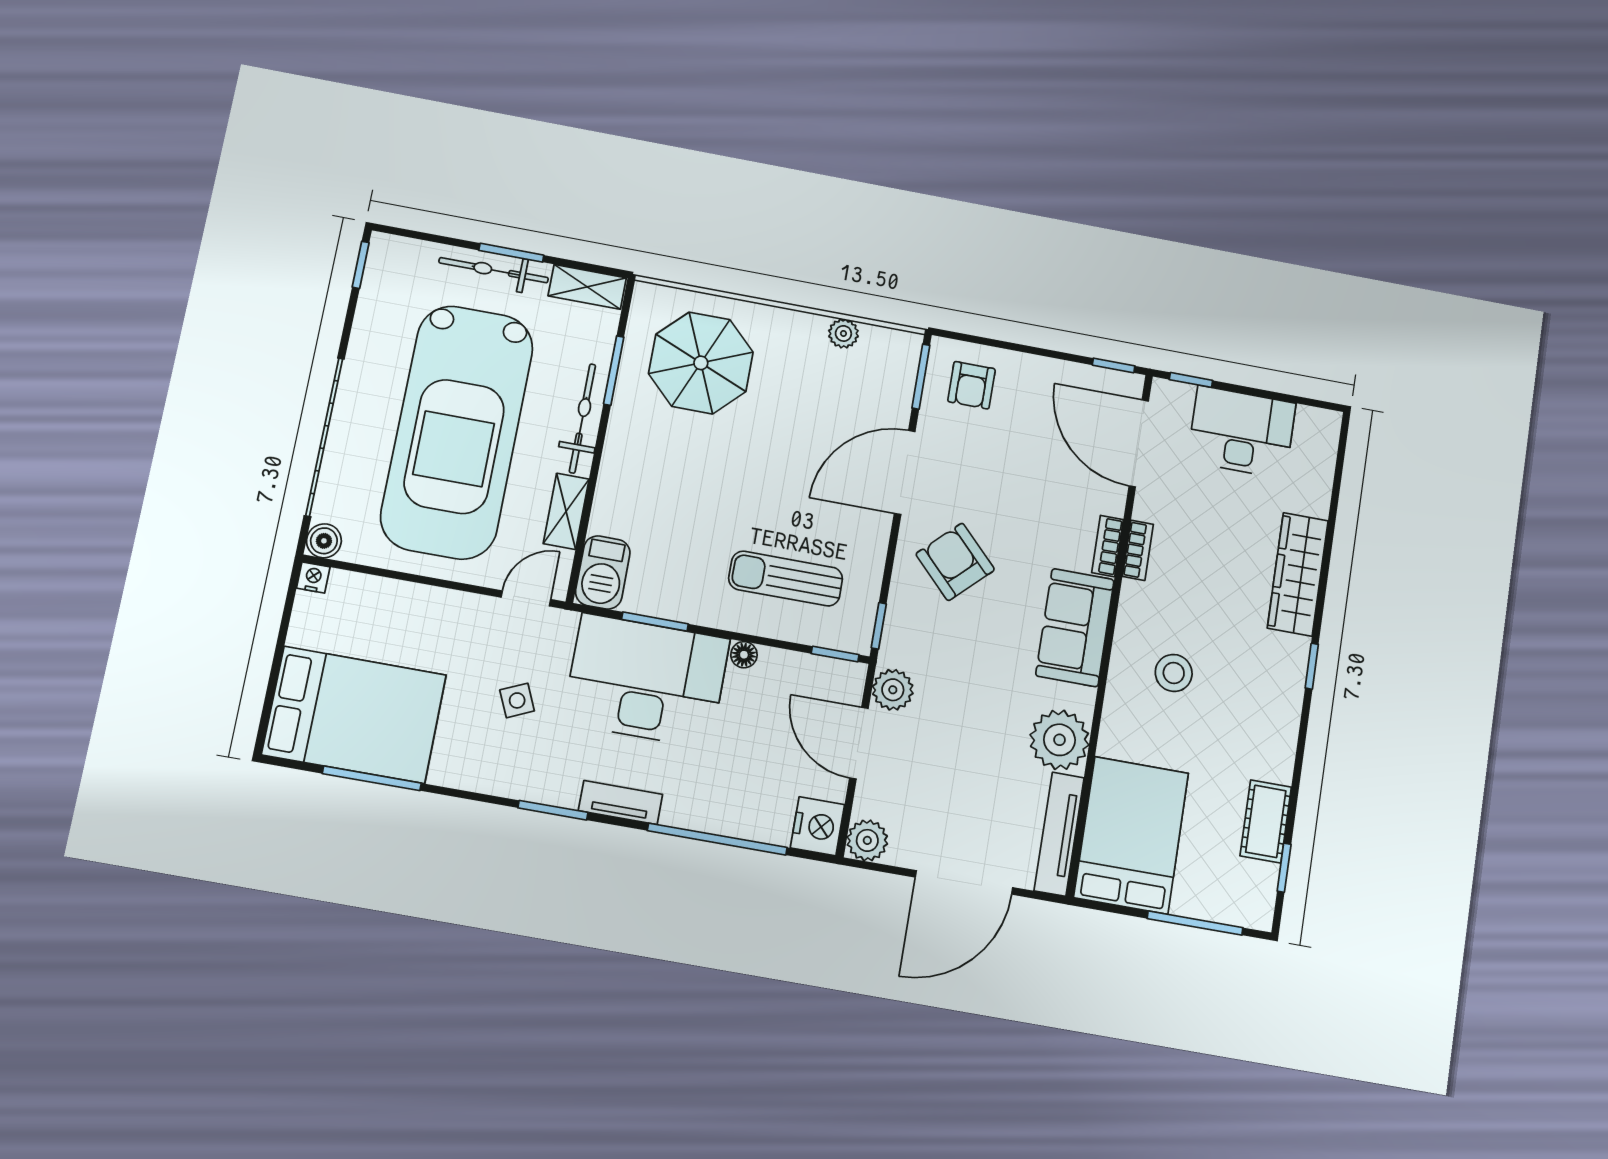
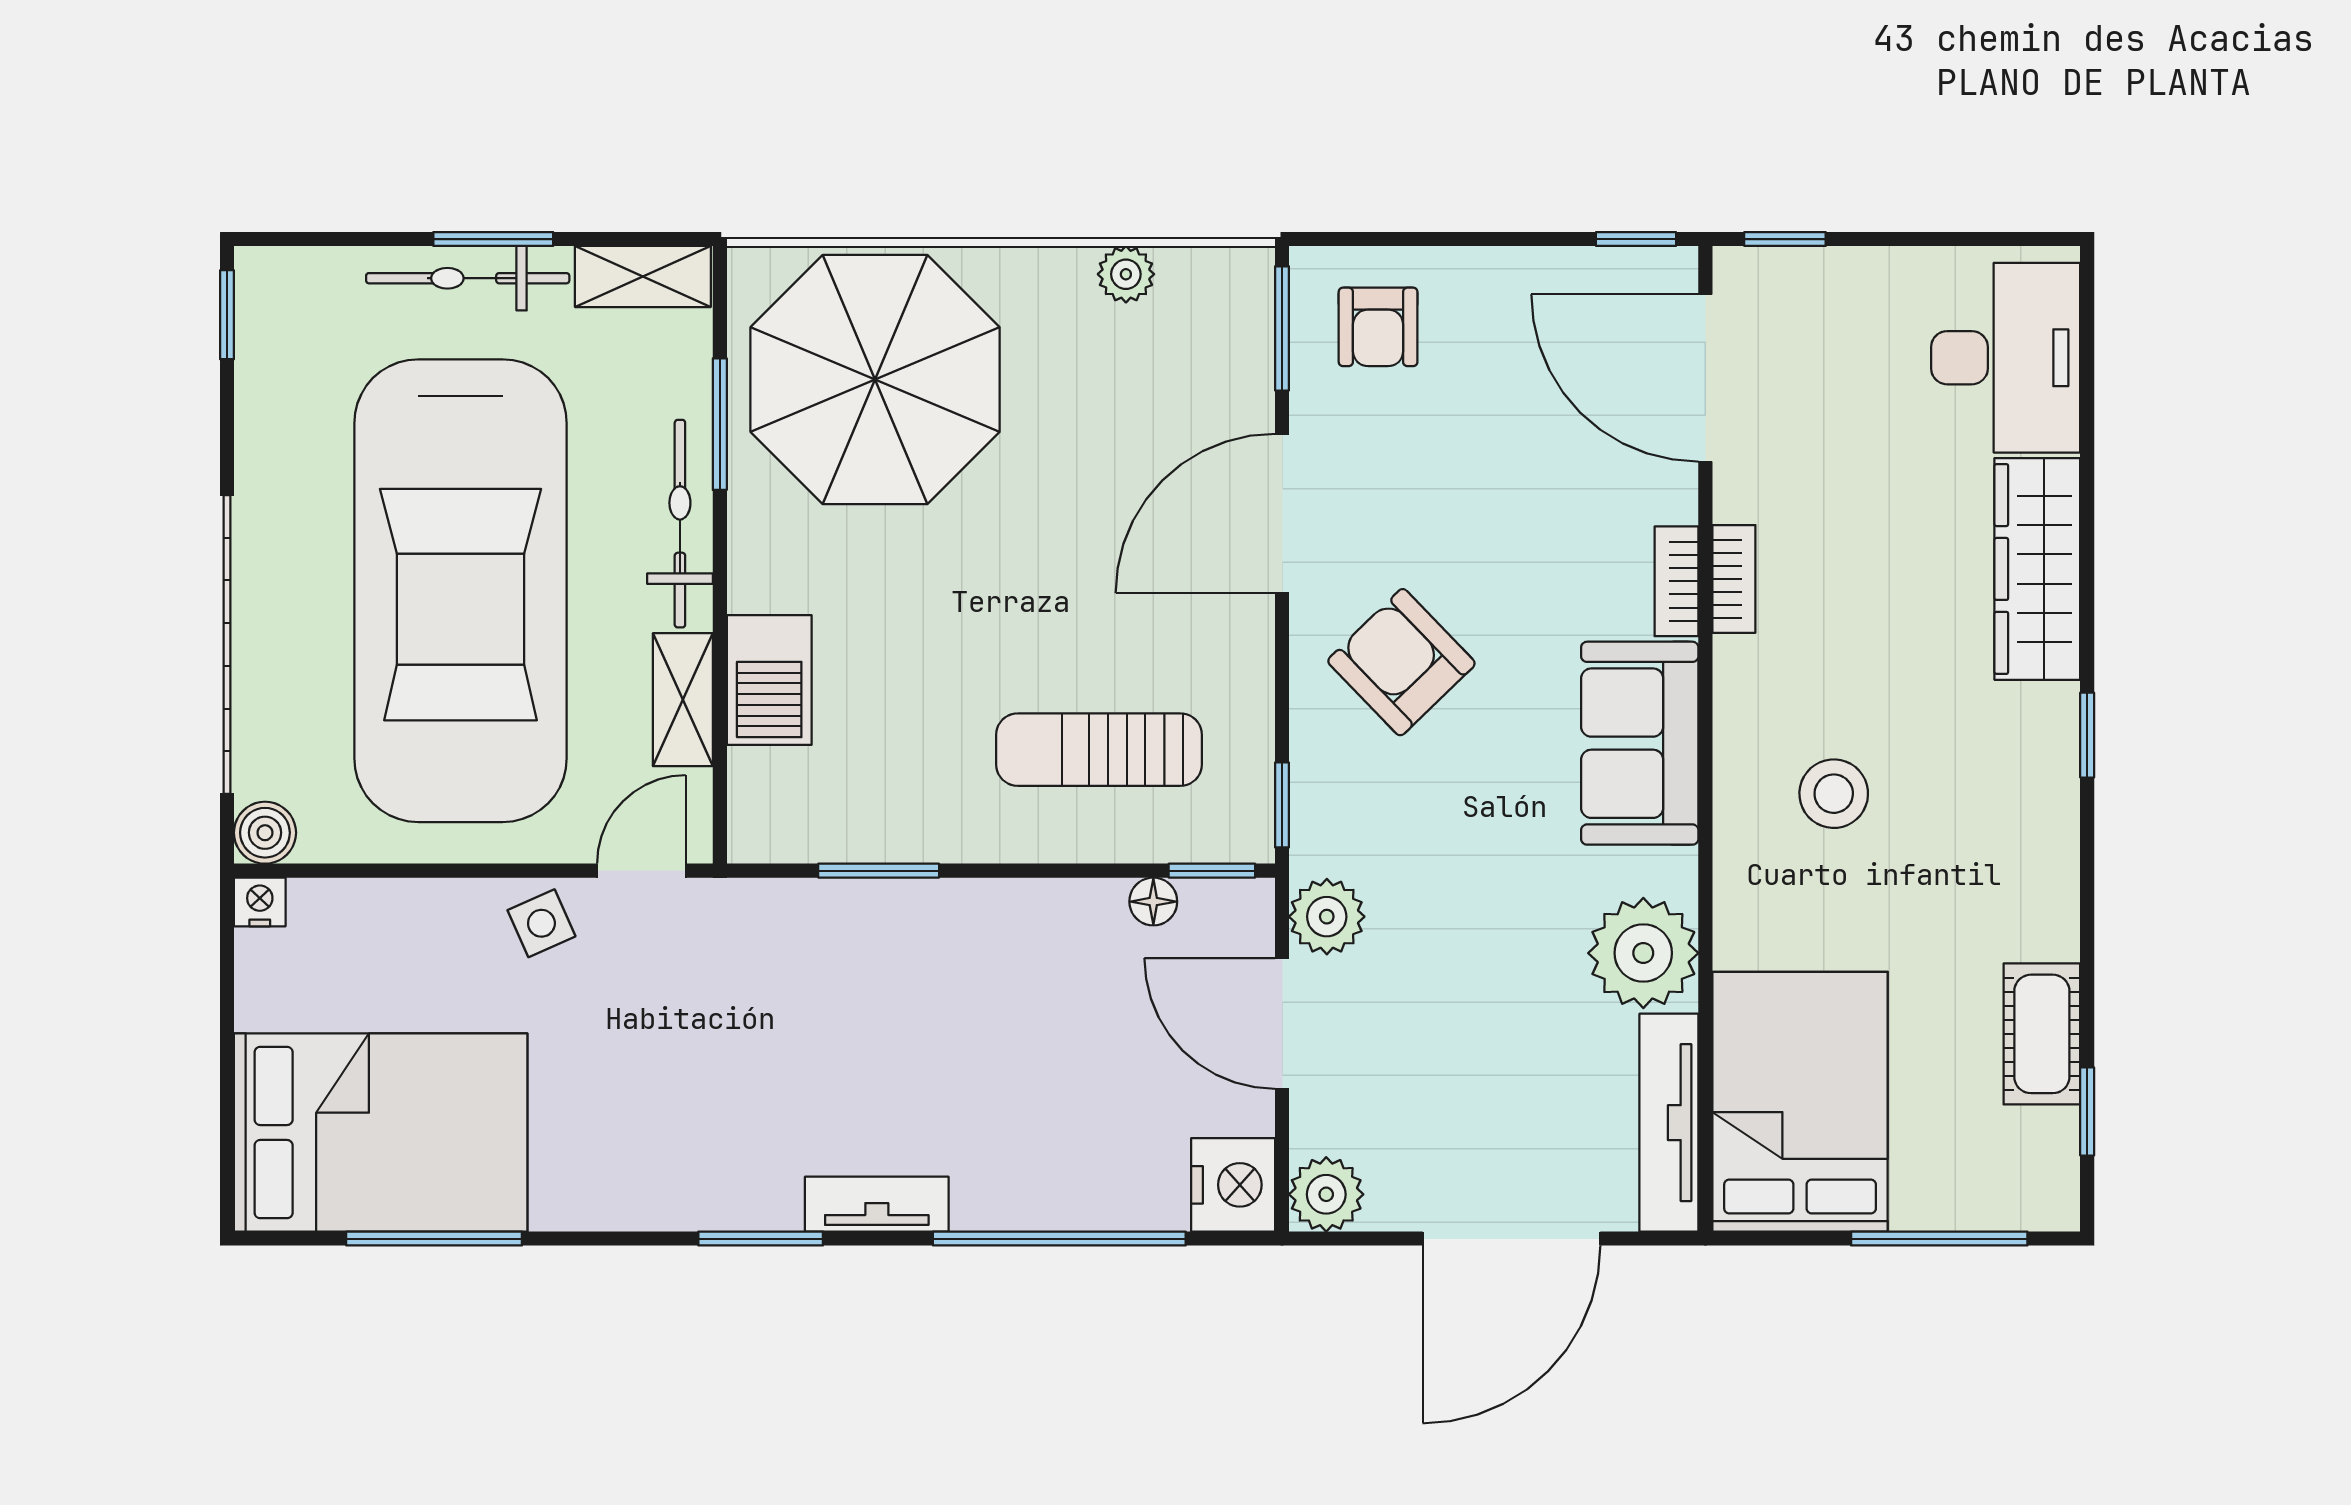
parasol: (701, 363) -> (875, 380), width x1.36, depth x1.36
desk: (1242, 432) -> (2006, 358), moved, turned 90
barbecue: (603, 572) -> (769, 680), moved
floor lamp: (744, 655) -> (1153, 902), moved
desk: (646, 681) -> (882, 980), removed
side table: (517, 700) -> (541, 923), moved

